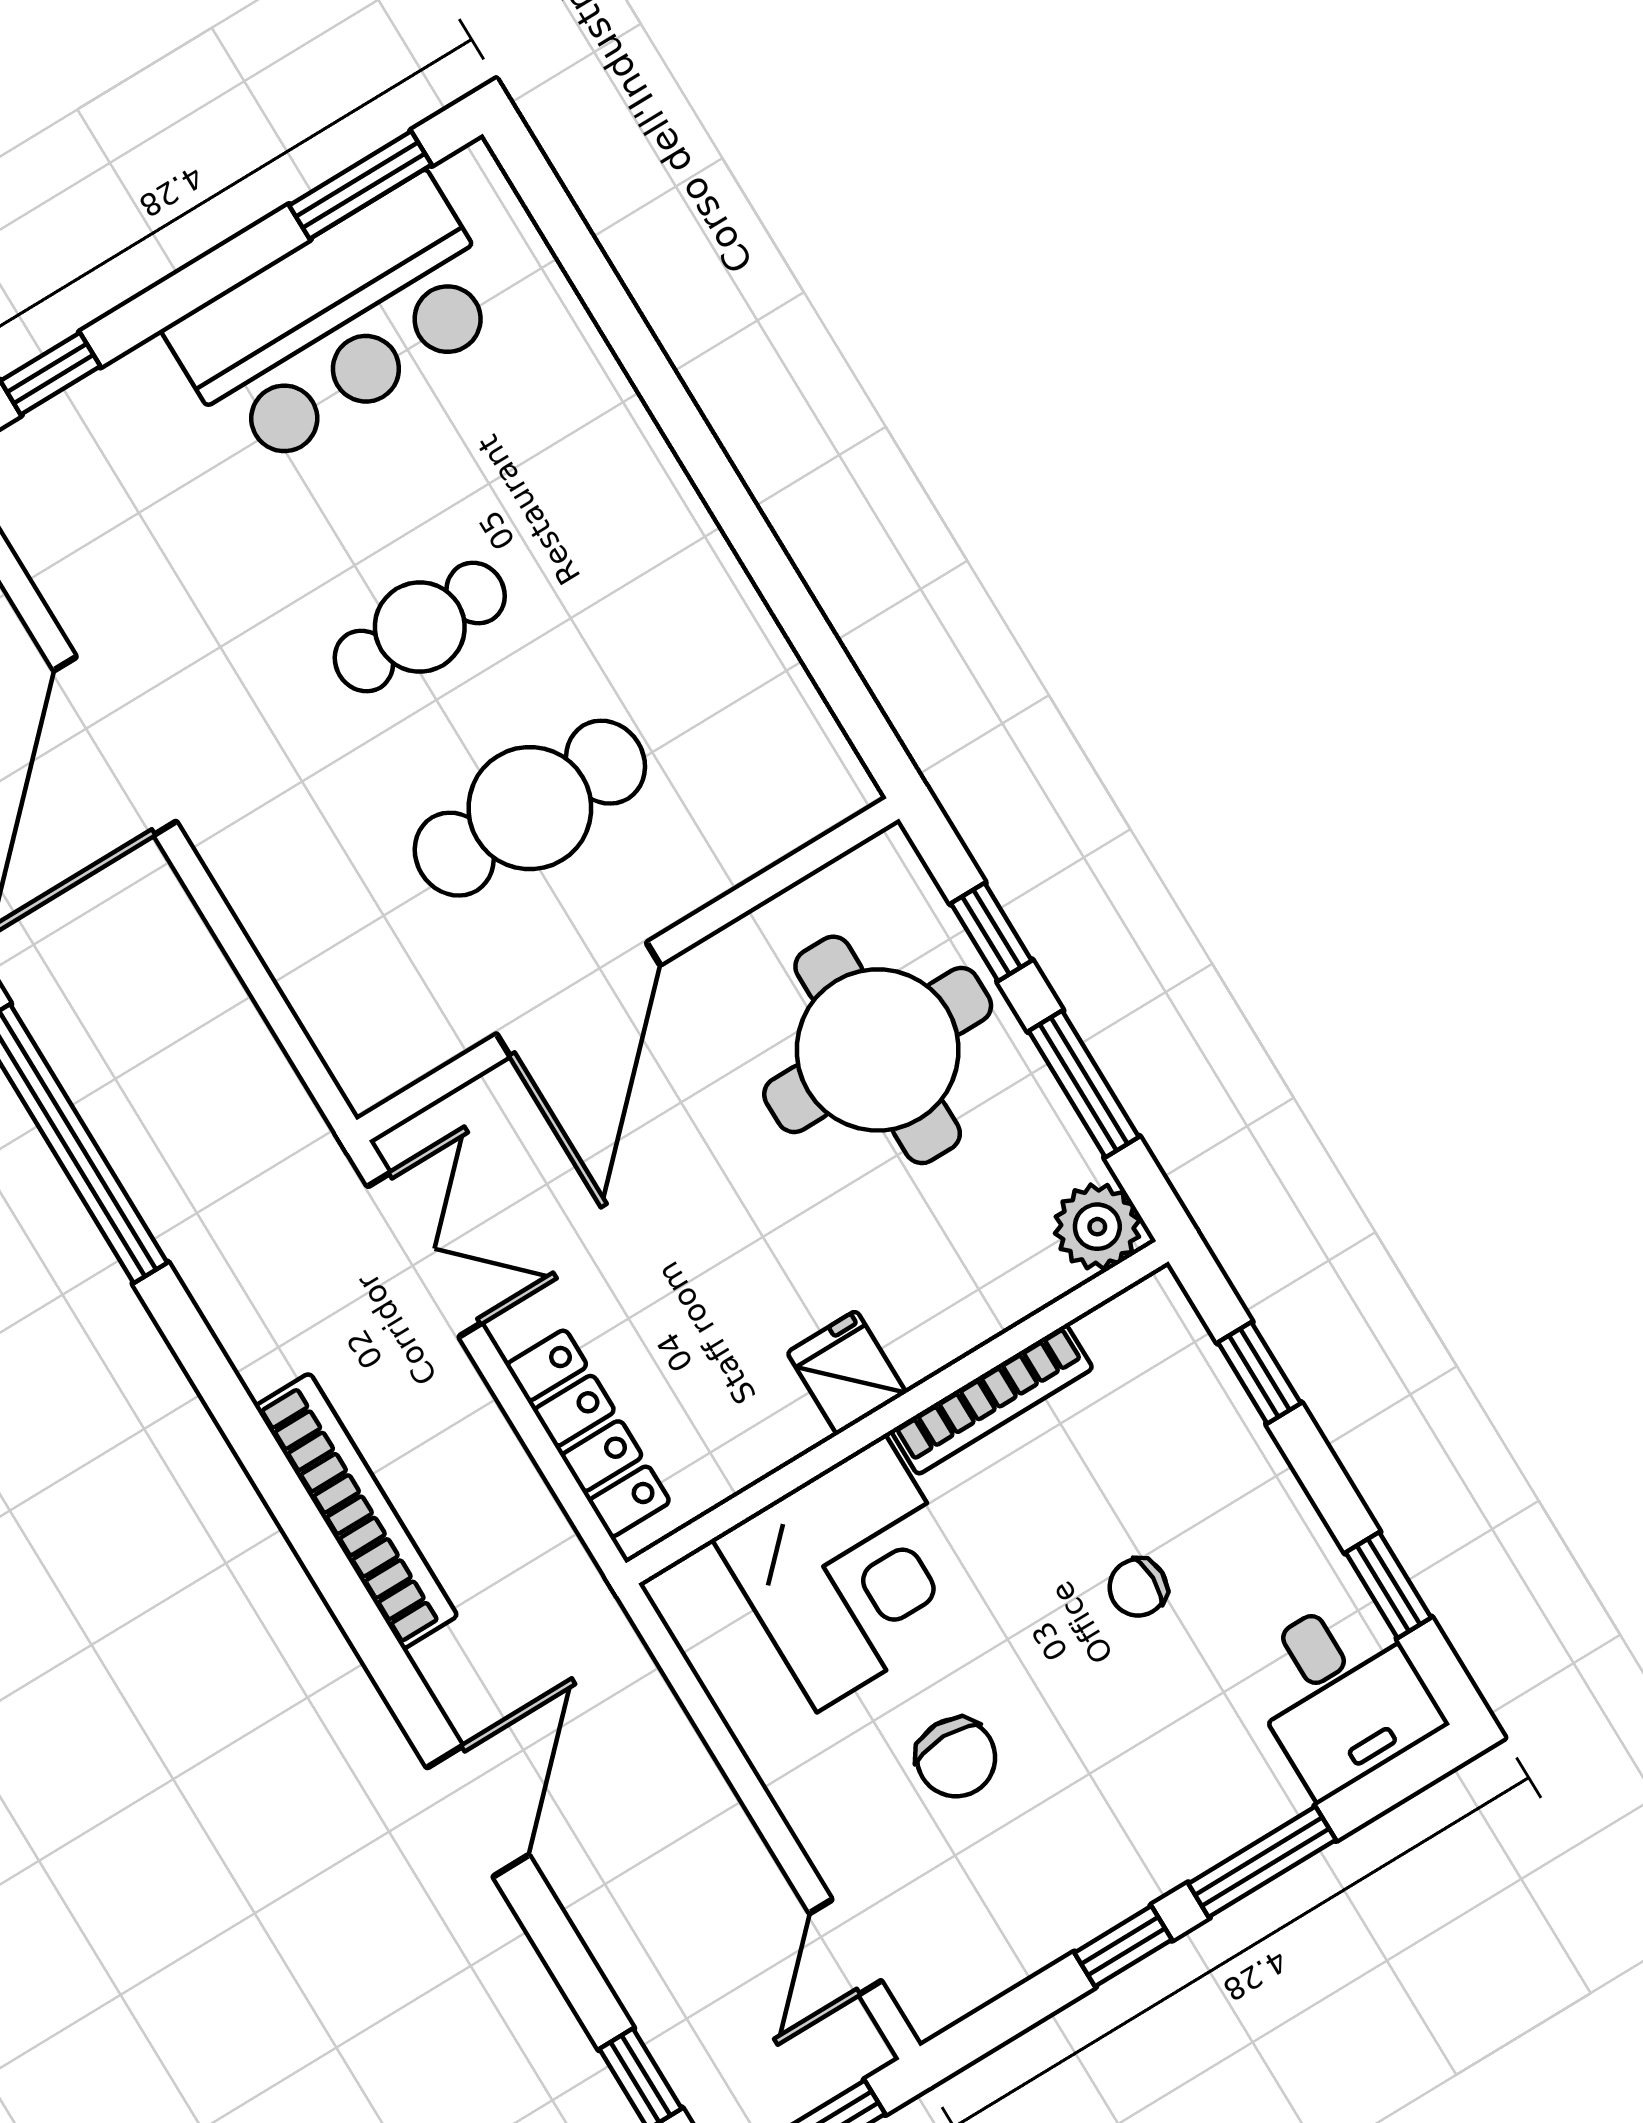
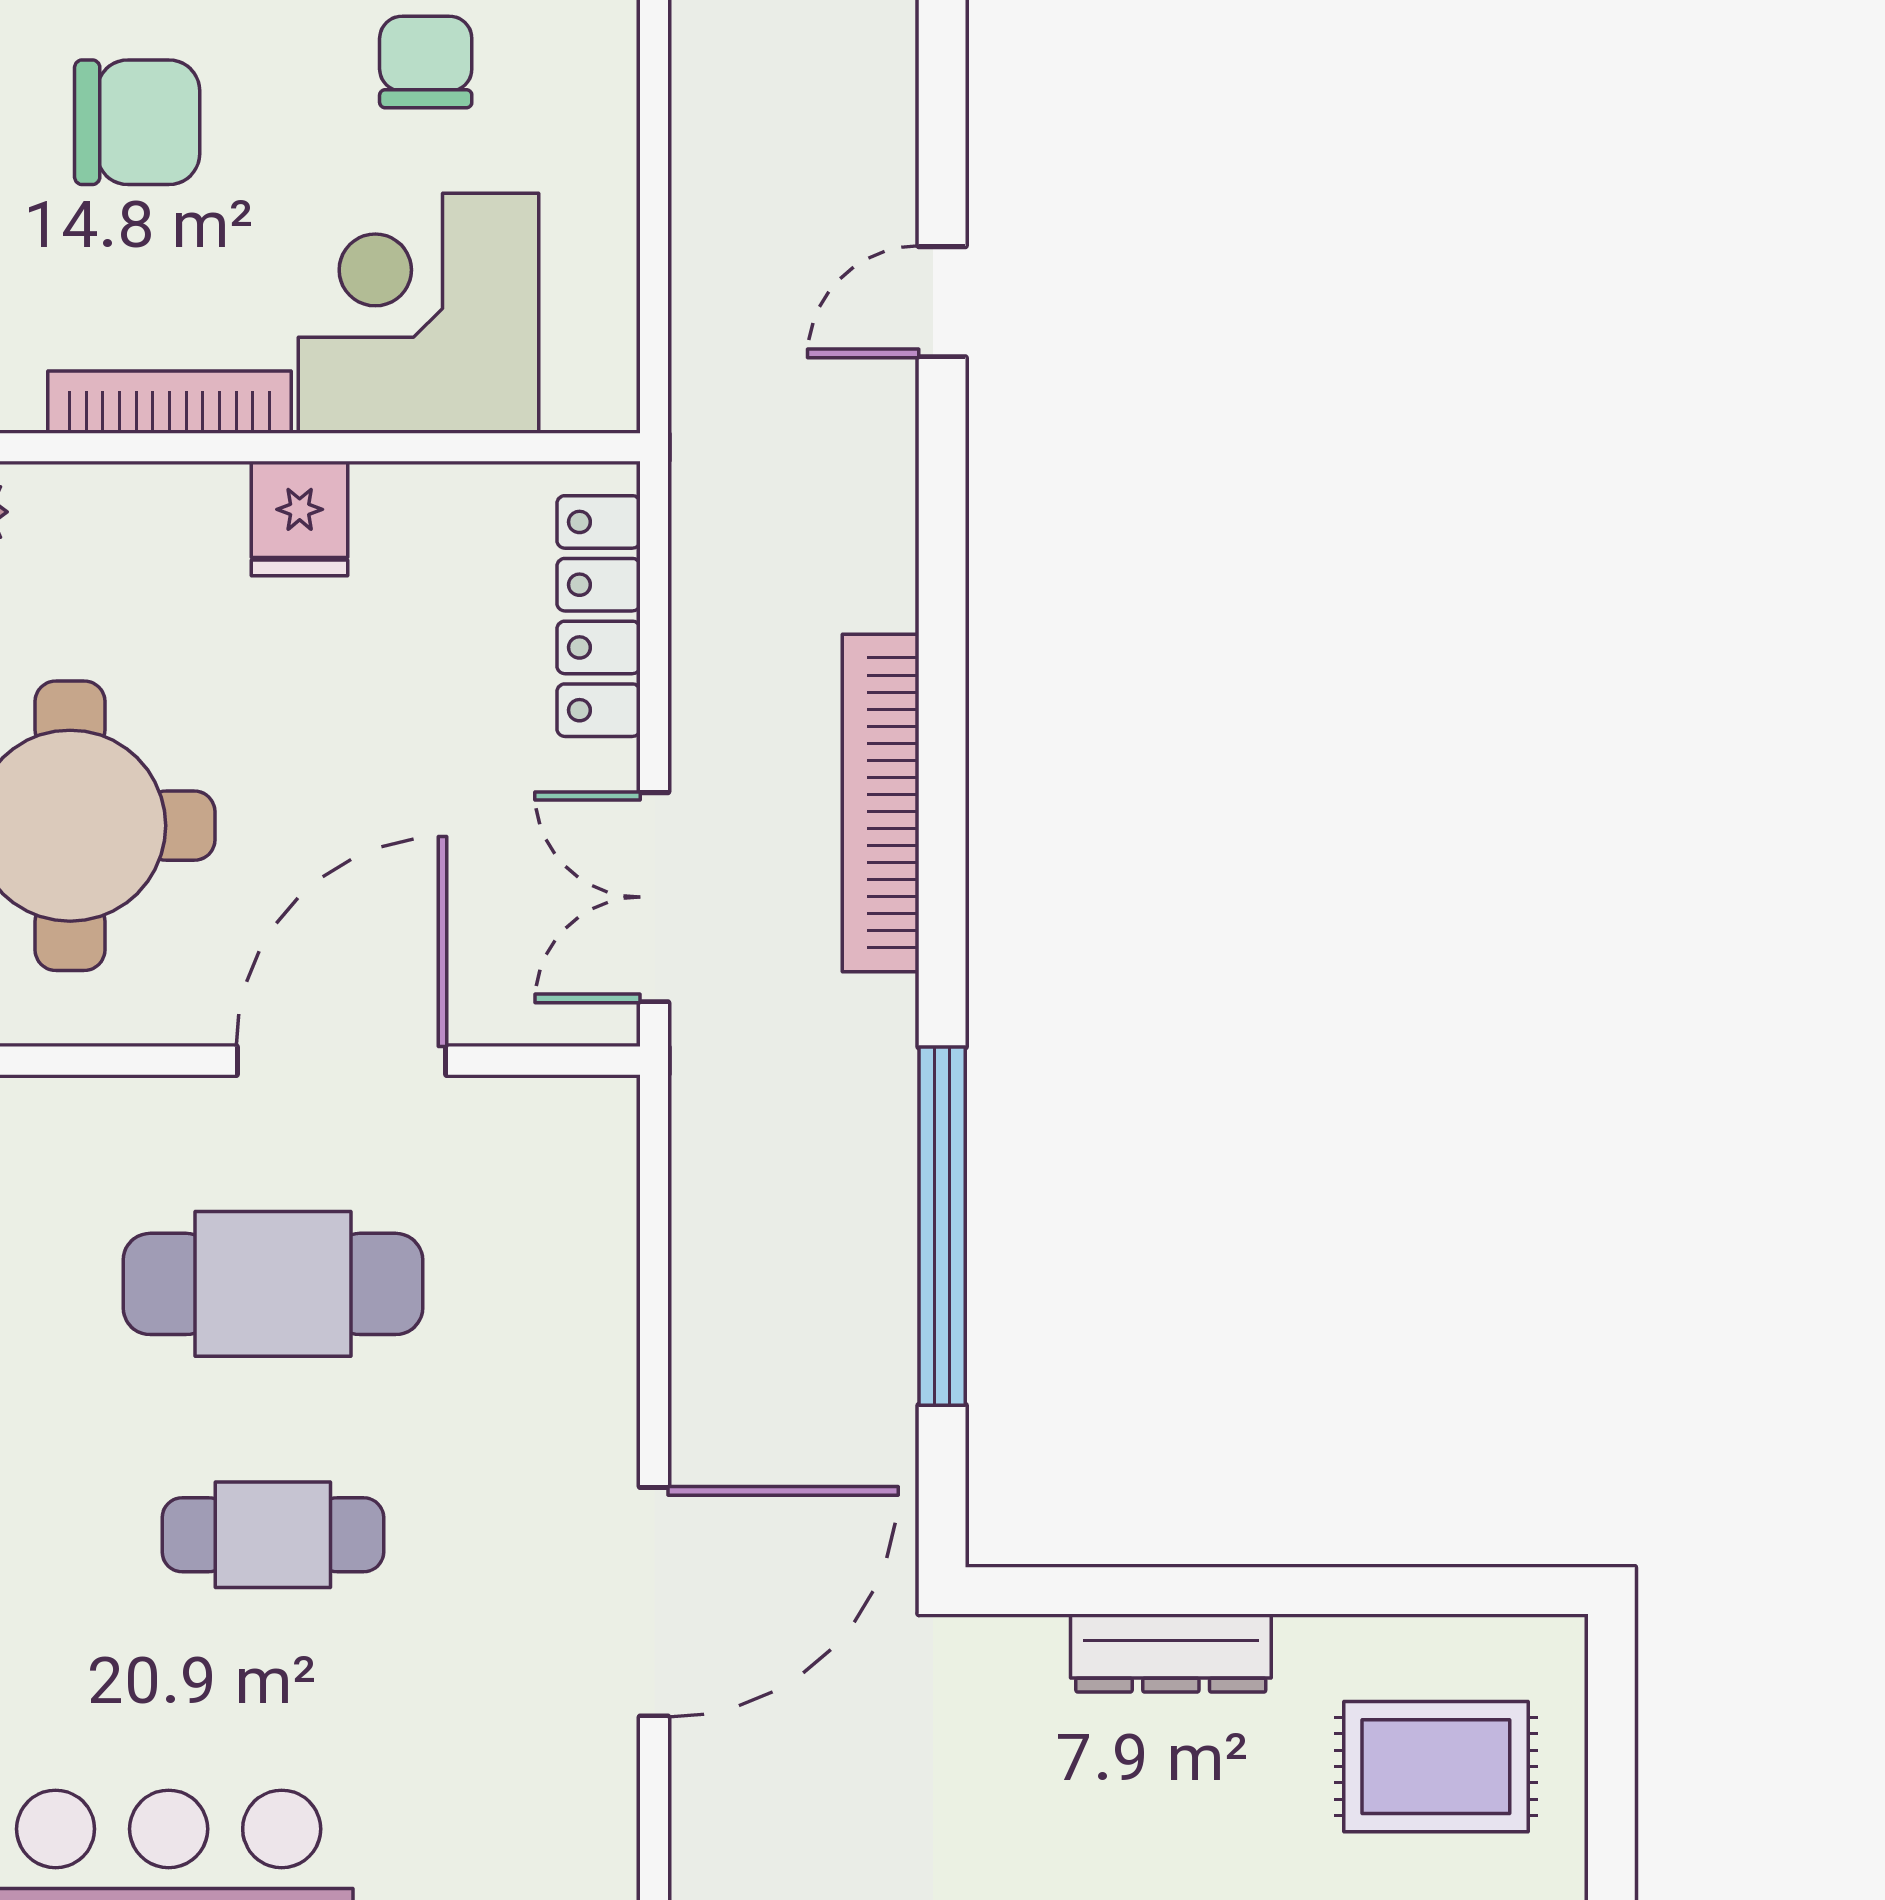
bookcase: (356, 1511) -> (881, 803), moved
chair: (1138, 1587) -> (137, 122), width x1.87, depth x1.87
door: (478, 1811) -> (942, 302), width x0.73

